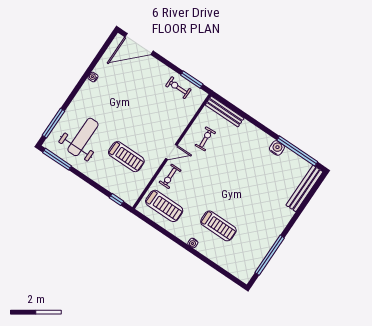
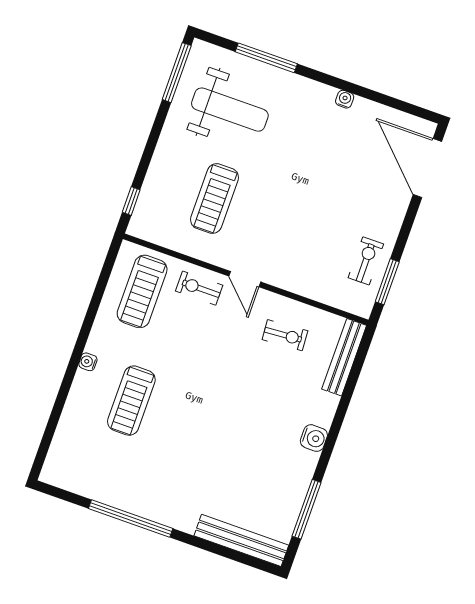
window: (53, 123) -> (266, 58), moved
water cooler: (277, 148) -> (314, 438), moved
window: (297, 151) -> (307, 509), width x0.68
window: (270, 255) -> (131, 519), moved

